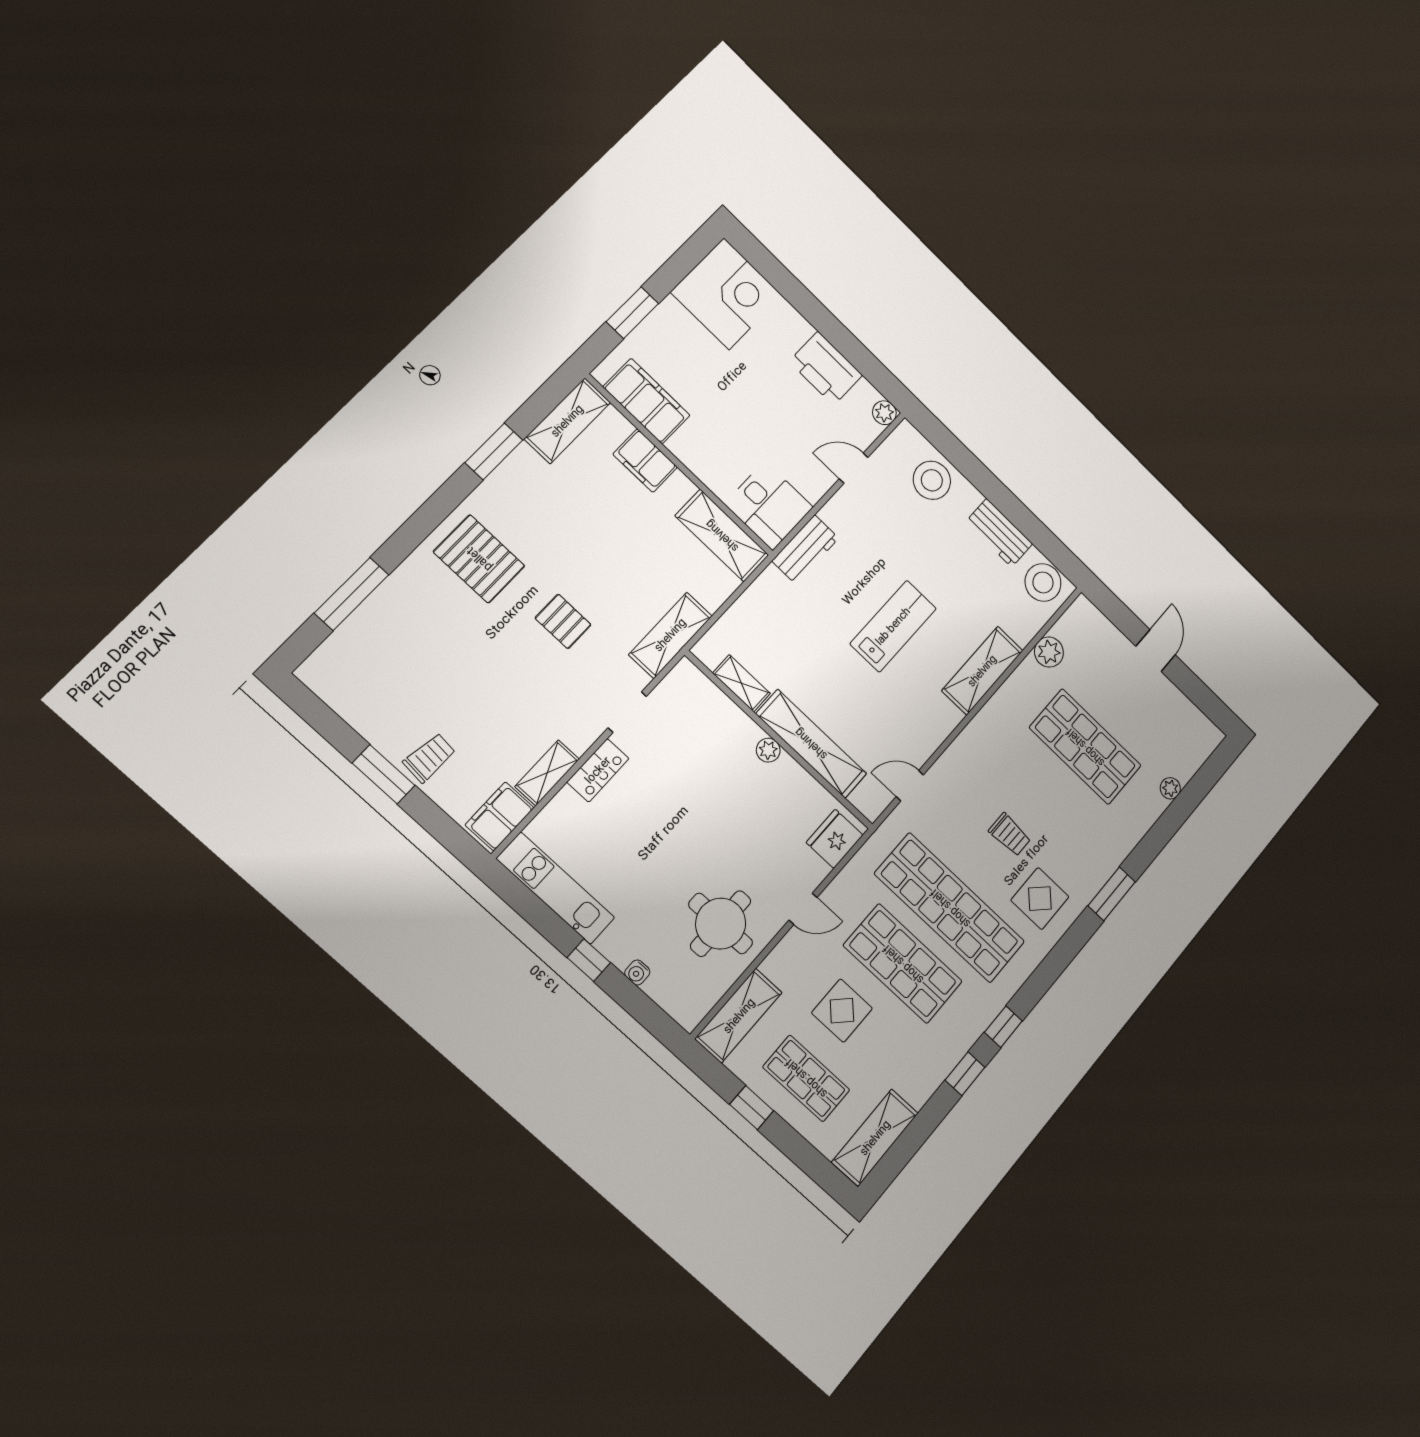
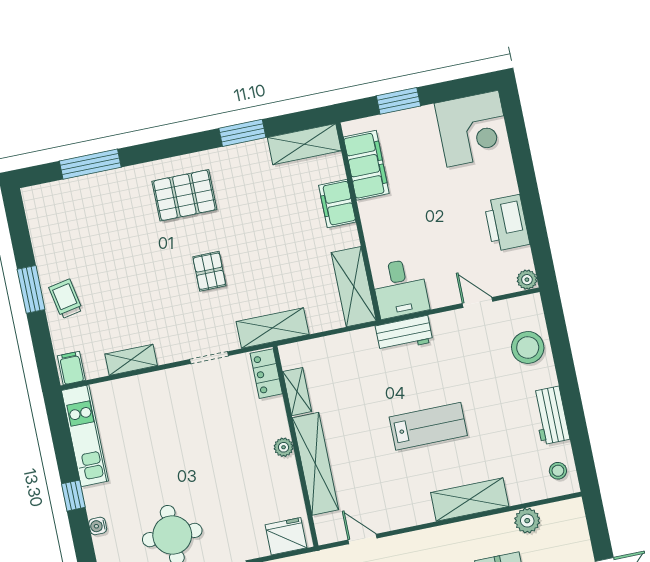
pallet: (479, 559) -> (184, 195), turned 90
stool: (1043, 582) -> (558, 471), width x0.53, depth x0.53
trolley: (429, 758) -> (66, 299), turned -106
locker: (598, 770) -> (266, 374), moved, turned 90
filing cabinet: (500, 816) -> (71, 368), width x0.50

